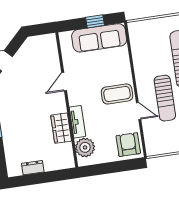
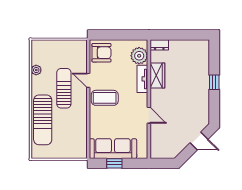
door: (64, 82) -> (149, 115), hinge flipped
armchair: (128, 145) -> (101, 53), turned -90
dresser: (33, 168) -> (159, 45), moved

